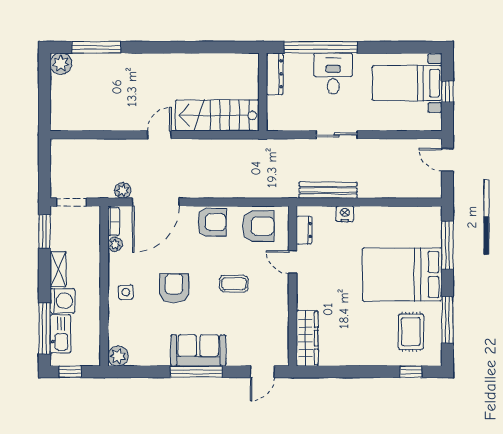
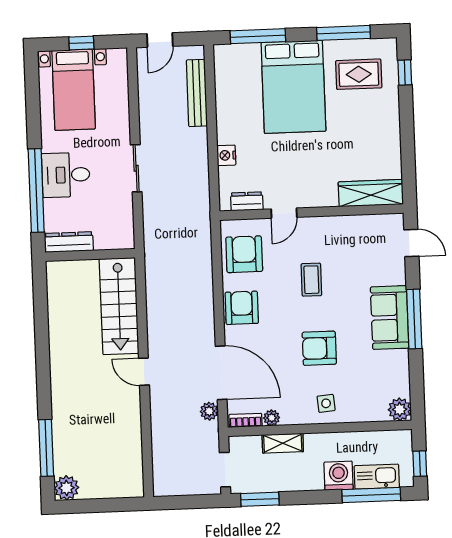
bench: (328, 190) -> (197, 93), moved
shelving: (58, 269) -> (283, 443), moved

